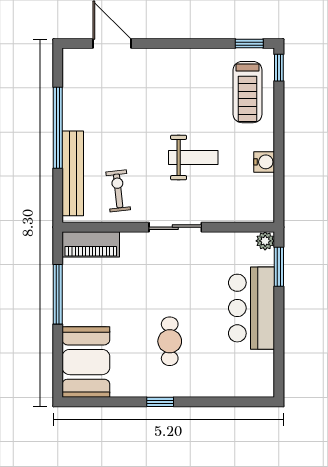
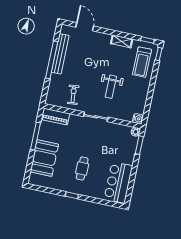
shelving: (196, 58) -> (122, 41), added
weight bench: (193, 157) -> (111, 87), turned 90
water cooler: (264, 162) -> (138, 119), moved
bench: (73, 173) -> (60, 54), moved
bar counter: (252, 308) -> (118, 182), moved
booth: (86, 362) -> (44, 158), moved

